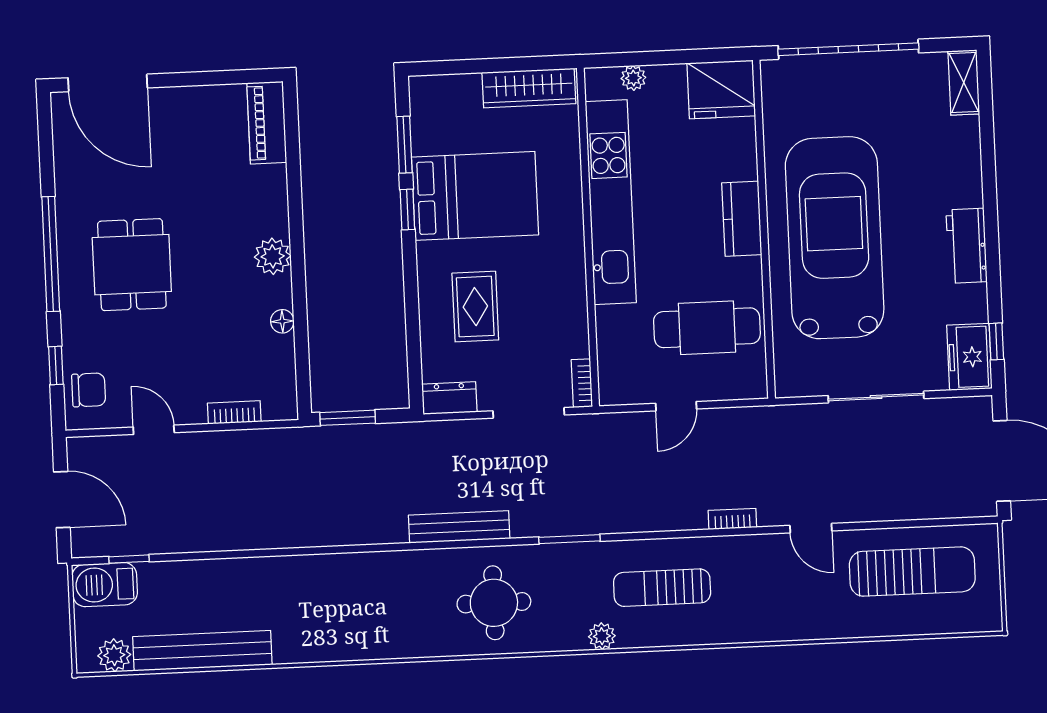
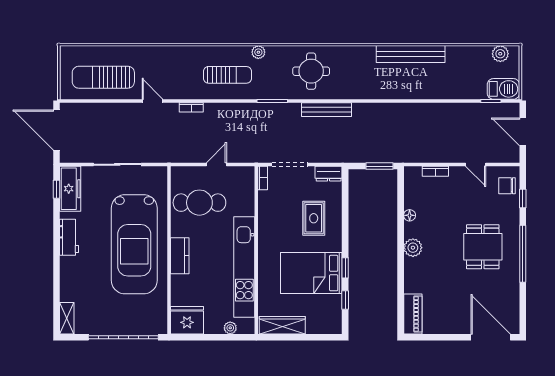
window: (404, 145) -> (345, 300), width x0.67
freezer: (969, 357) -> (70, 189), width x1.40
bench: (202, 651) -> (411, 54), moved

